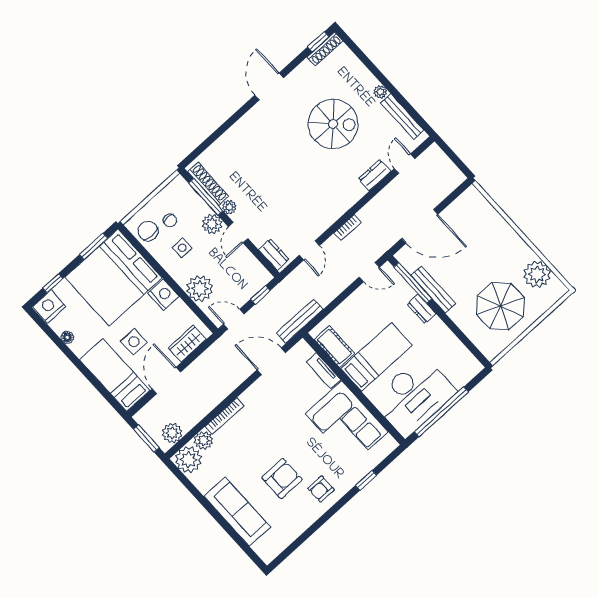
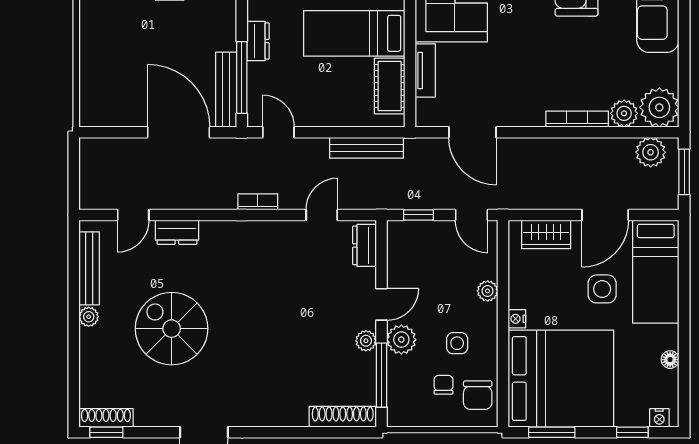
shoe rack: (208, 184) -> (343, 417), moved, turned 90
plant: (200, 288) -> (488, 291), width x0.53, depth x0.53
bench: (433, 289) -> (226, 90), moved
nightstand: (163, 295) -> (517, 319), width x0.53, depth x0.56
nightstand: (49, 307) -> (659, 418), width x0.53, depth x0.56
bench: (300, 321) -> (367, 148), moved

